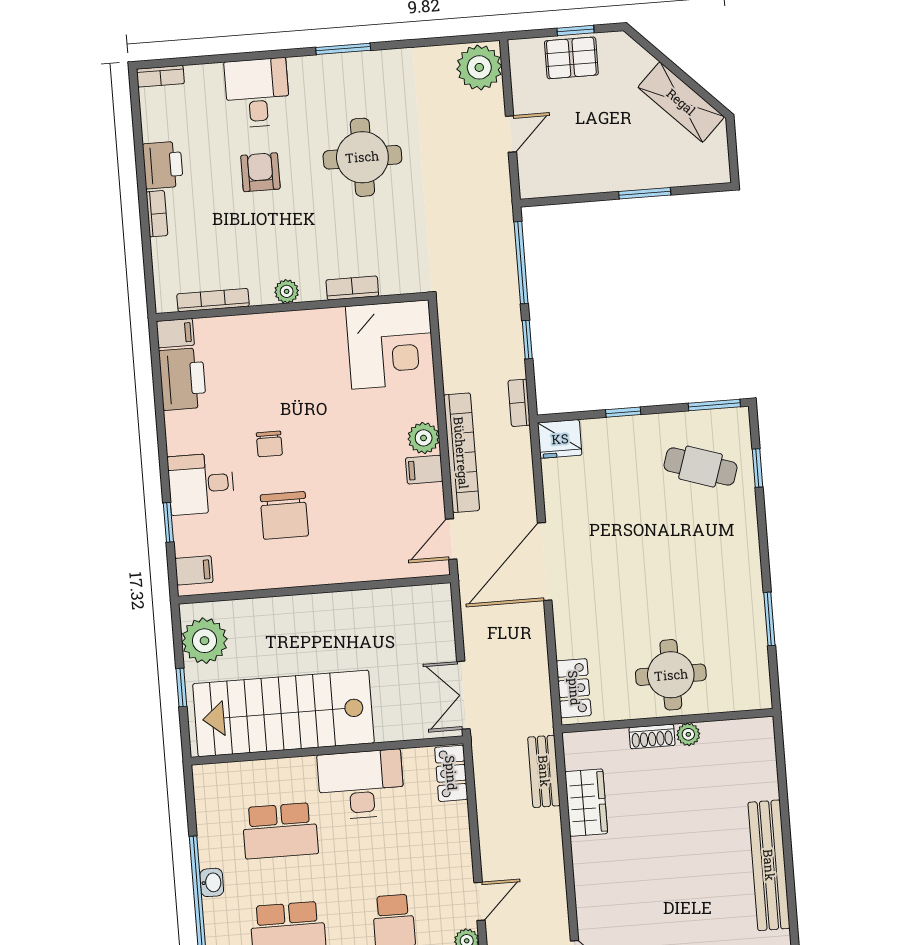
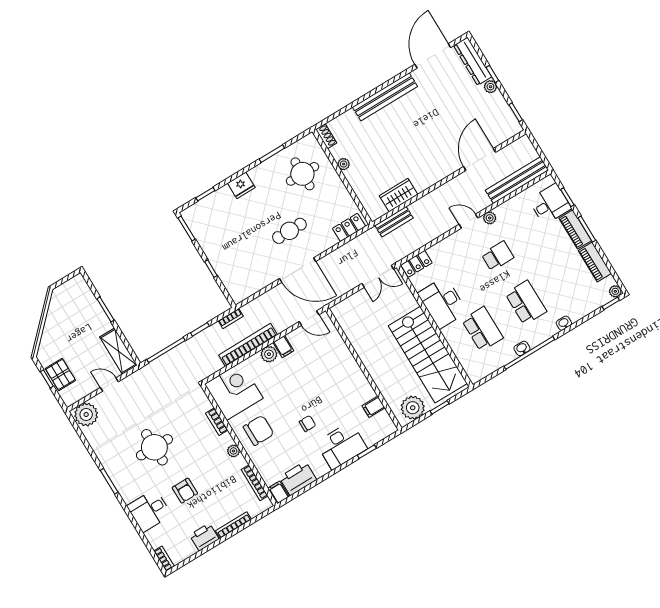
shelving: (681, 102) -> (118, 351), moved, turned -45
armchair: (260, 172) -> (185, 491), turned -90
bookcase: (157, 214) -> (234, 525), width x1.56
fridge: (560, 439) -> (241, 185), moved, turned 90
bookcase: (461, 453) -> (248, 345), moved
cafe table: (701, 467) -> (289, 231), moved, turned 72
desk: (201, 484) -> (342, 446), width x1.37
chair: (284, 515) -> (259, 430), moved
filing cabinet: (194, 570) -> (374, 407), moved, turned -90
round table: (671, 675) -> (302, 174), moved
shoe rack: (652, 736) -> (326, 136), moved

